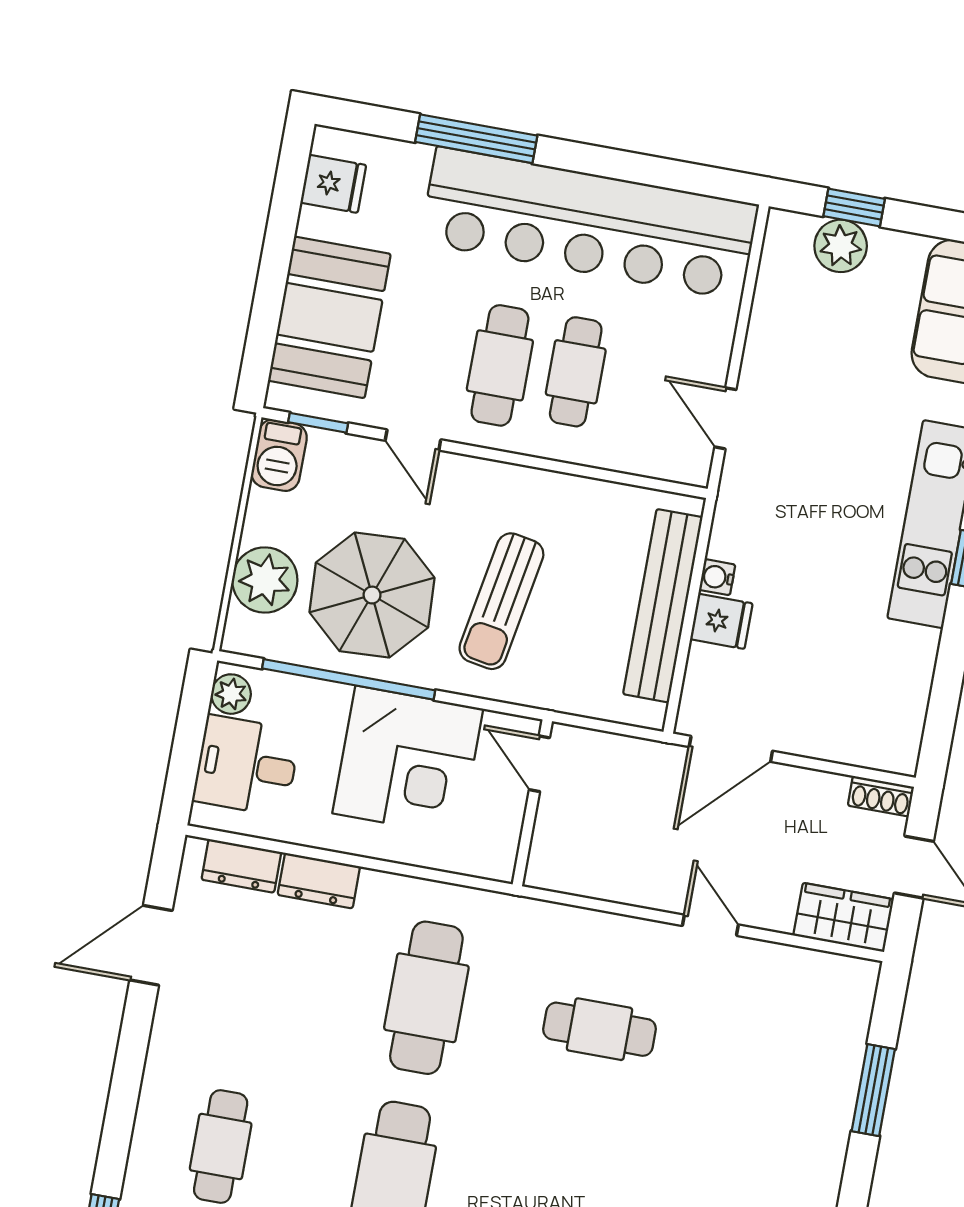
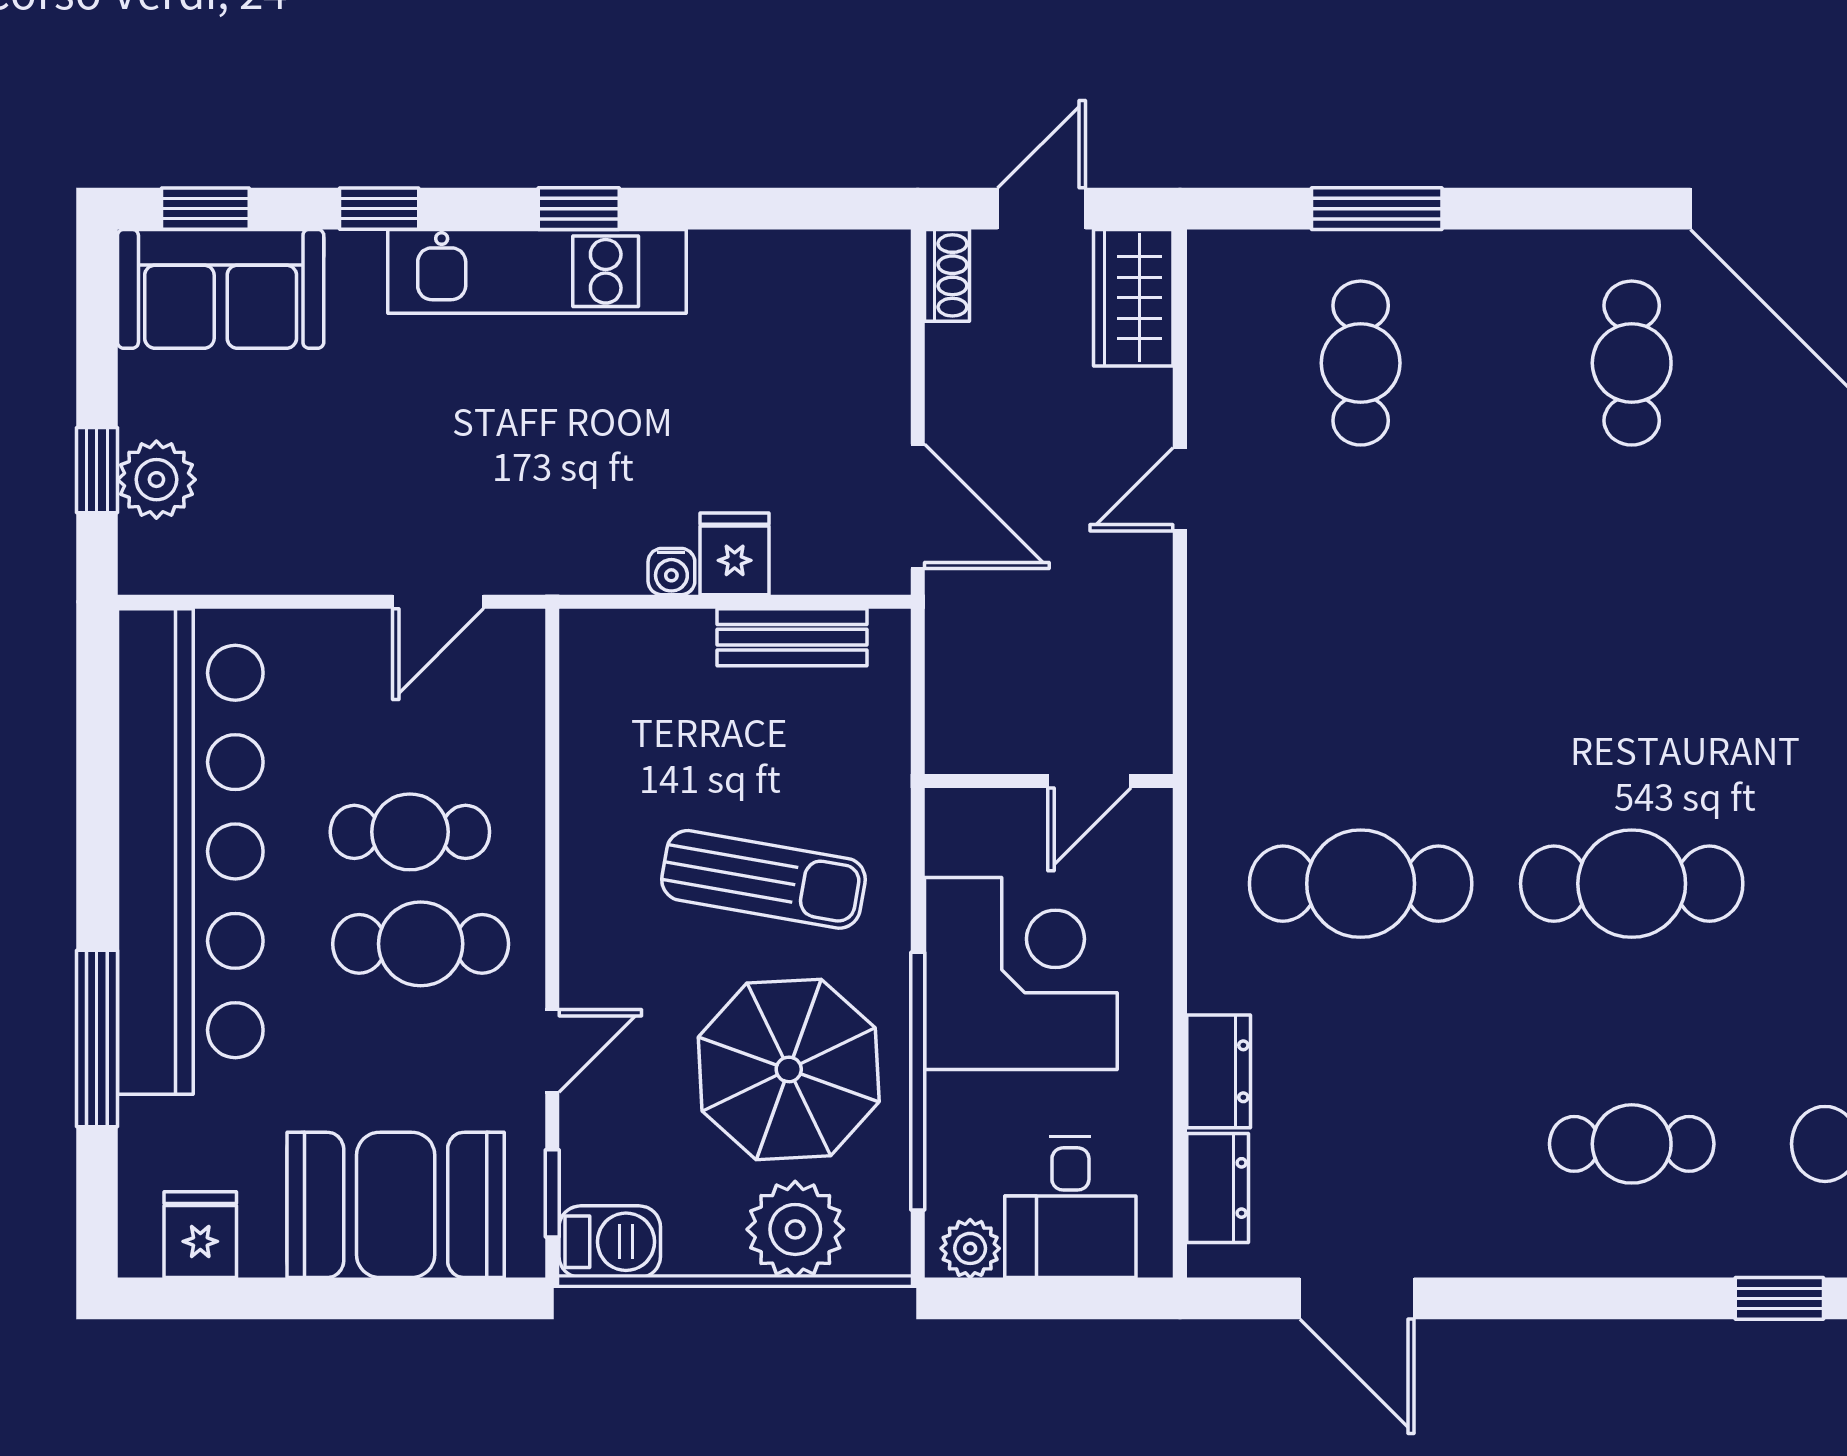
bench: (663, 606) -> (792, 637), width x0.54, depth x0.82
door: (539, 764) -> (1089, 781), moved
cafe table: (600, 1029) -> (1361, 363), moved

